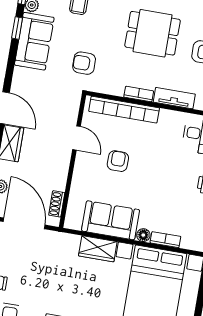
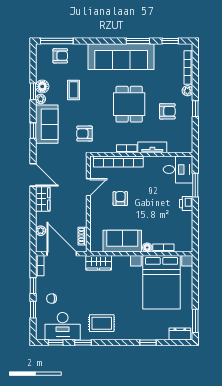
window: (17, 28) -> (33, 131), moved
dining table: (153, 33) -> (129, 104), turned 90
door: (77, 138) -> (88, 187), hinge flipped
wardrobe: (98, 249) -> (99, 263), moved

